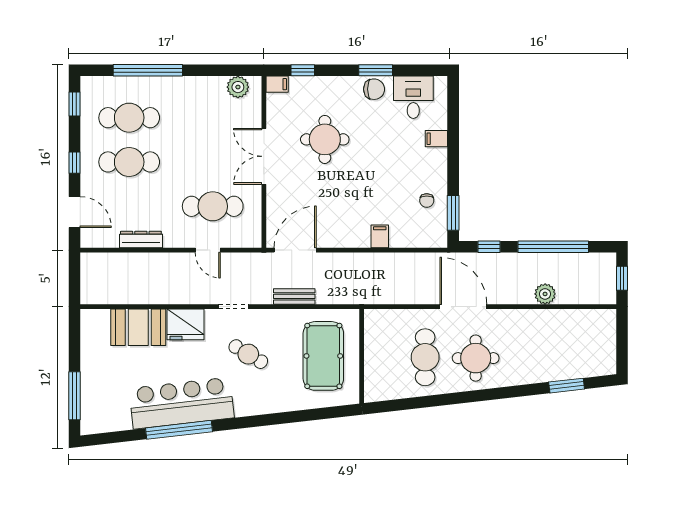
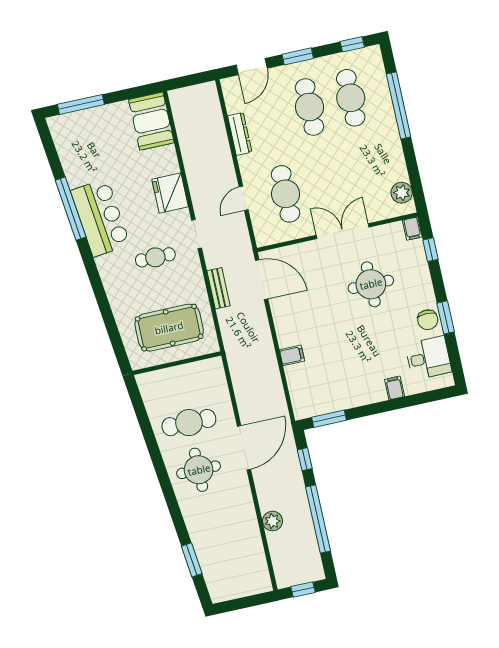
window: (75, 163) -> (298, 56), width x1.50
chair: (427, 201) -> (335, 392), removed
booth: (138, 327) -> (151, 121), moved
cafe table: (248, 354) -> (155, 257), turned 59
bar counter: (182, 403) -> (100, 218), width x0.73

